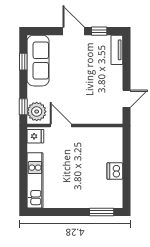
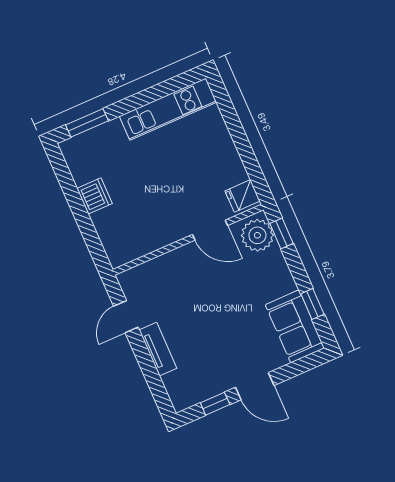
tv unit: (117, 50) -> (158, 349), moved
sofa: (38, 61) -> (295, 326), width x0.73
kitchen unit: (35, 180) -> (168, 109), moved, turned -90

